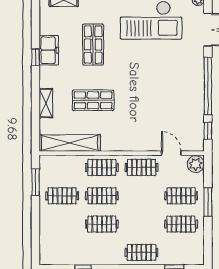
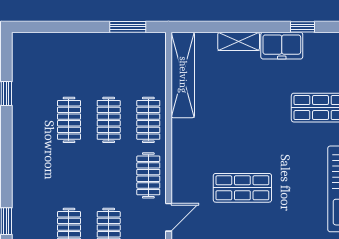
freezer: (49, 50) -> (282, 46), moved
shop shelf: (93, 100) -> (242, 188), moved, turned 90
clothes rail: (62, 196) -> (109, 64), removed
clothes rail: (141, 252) -> (29, 175), removed

